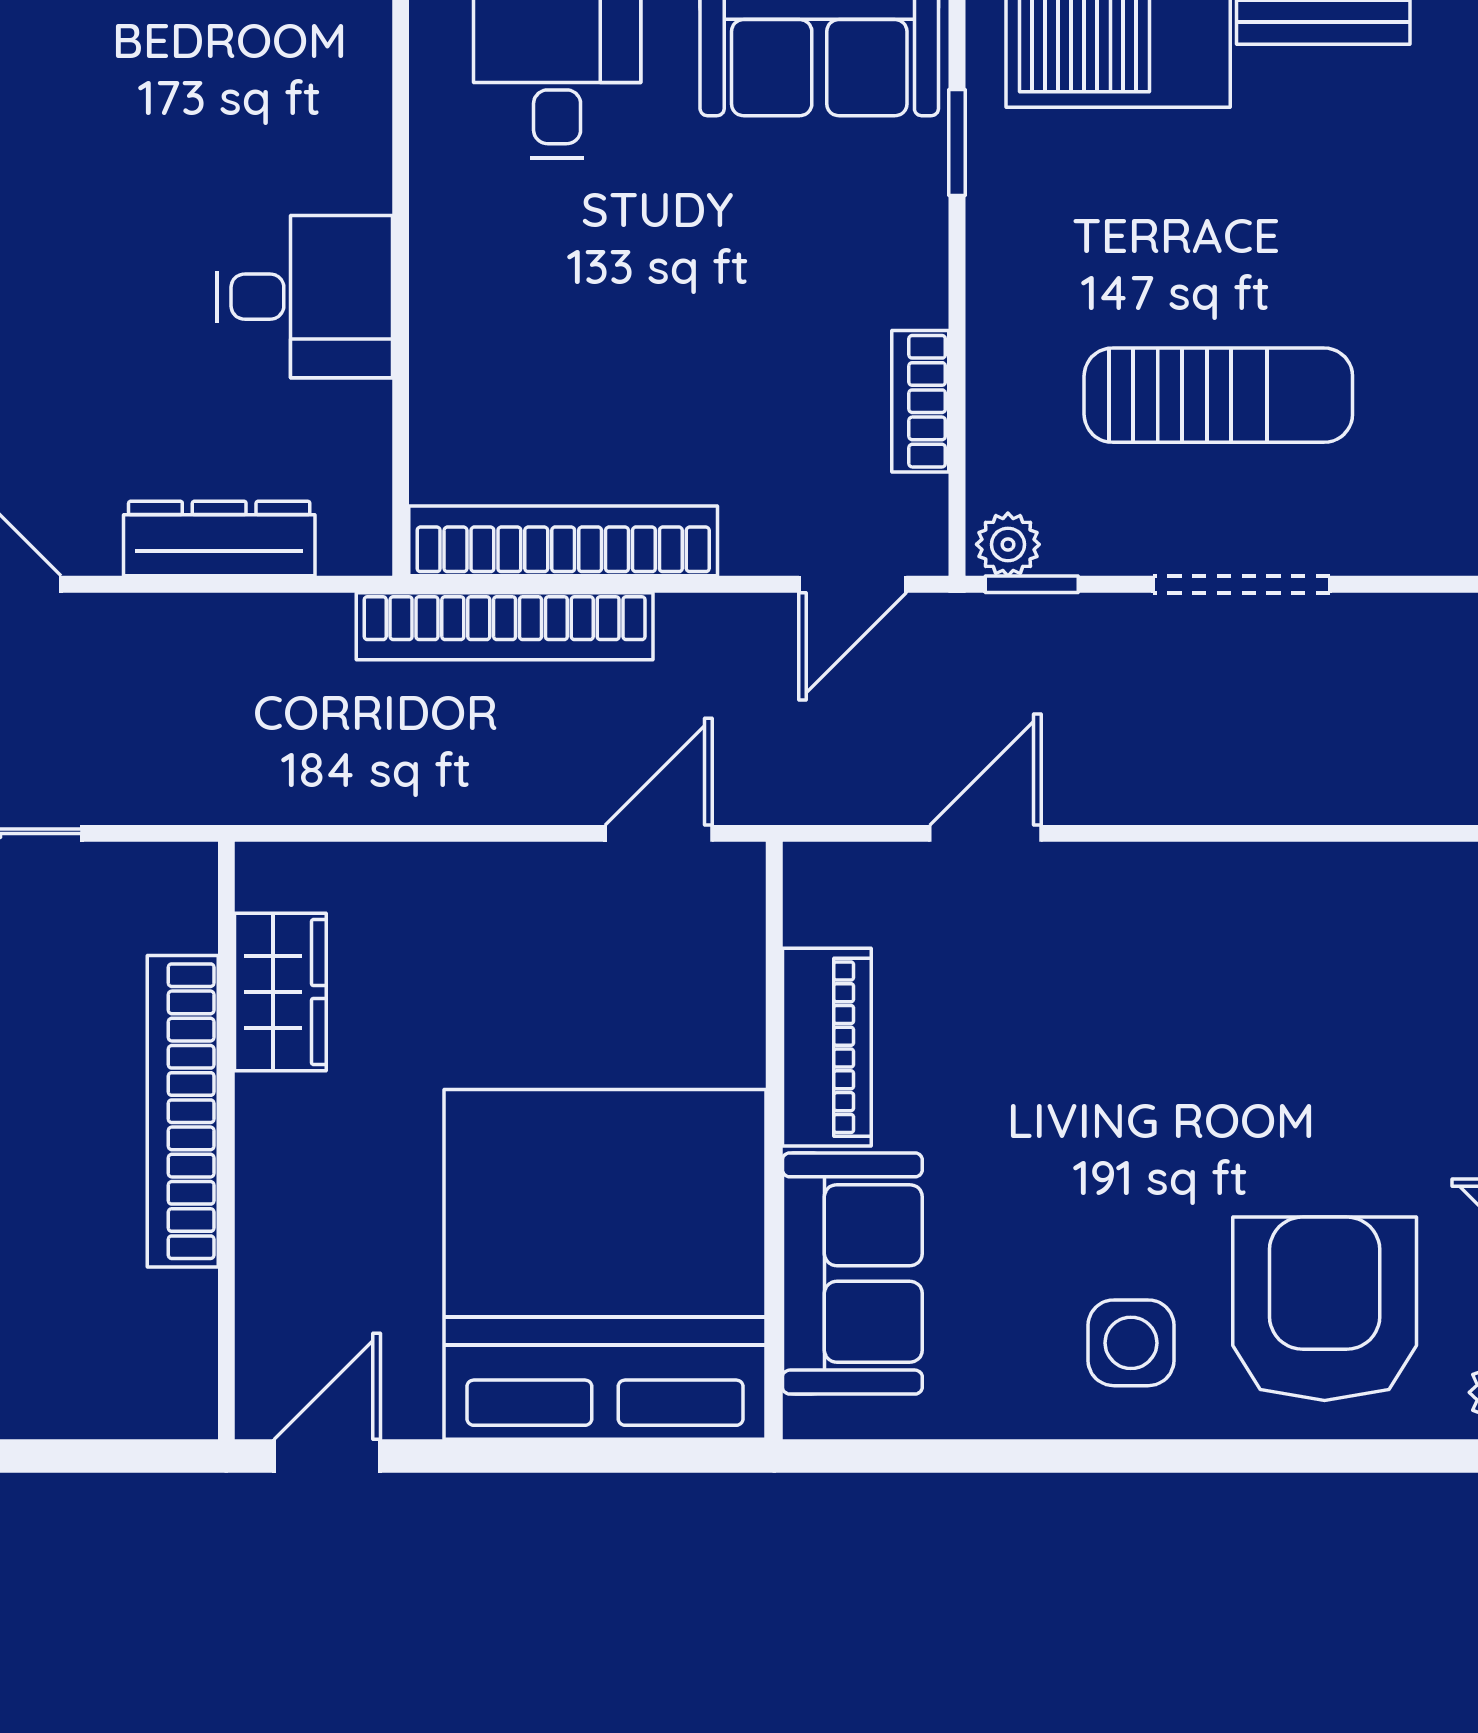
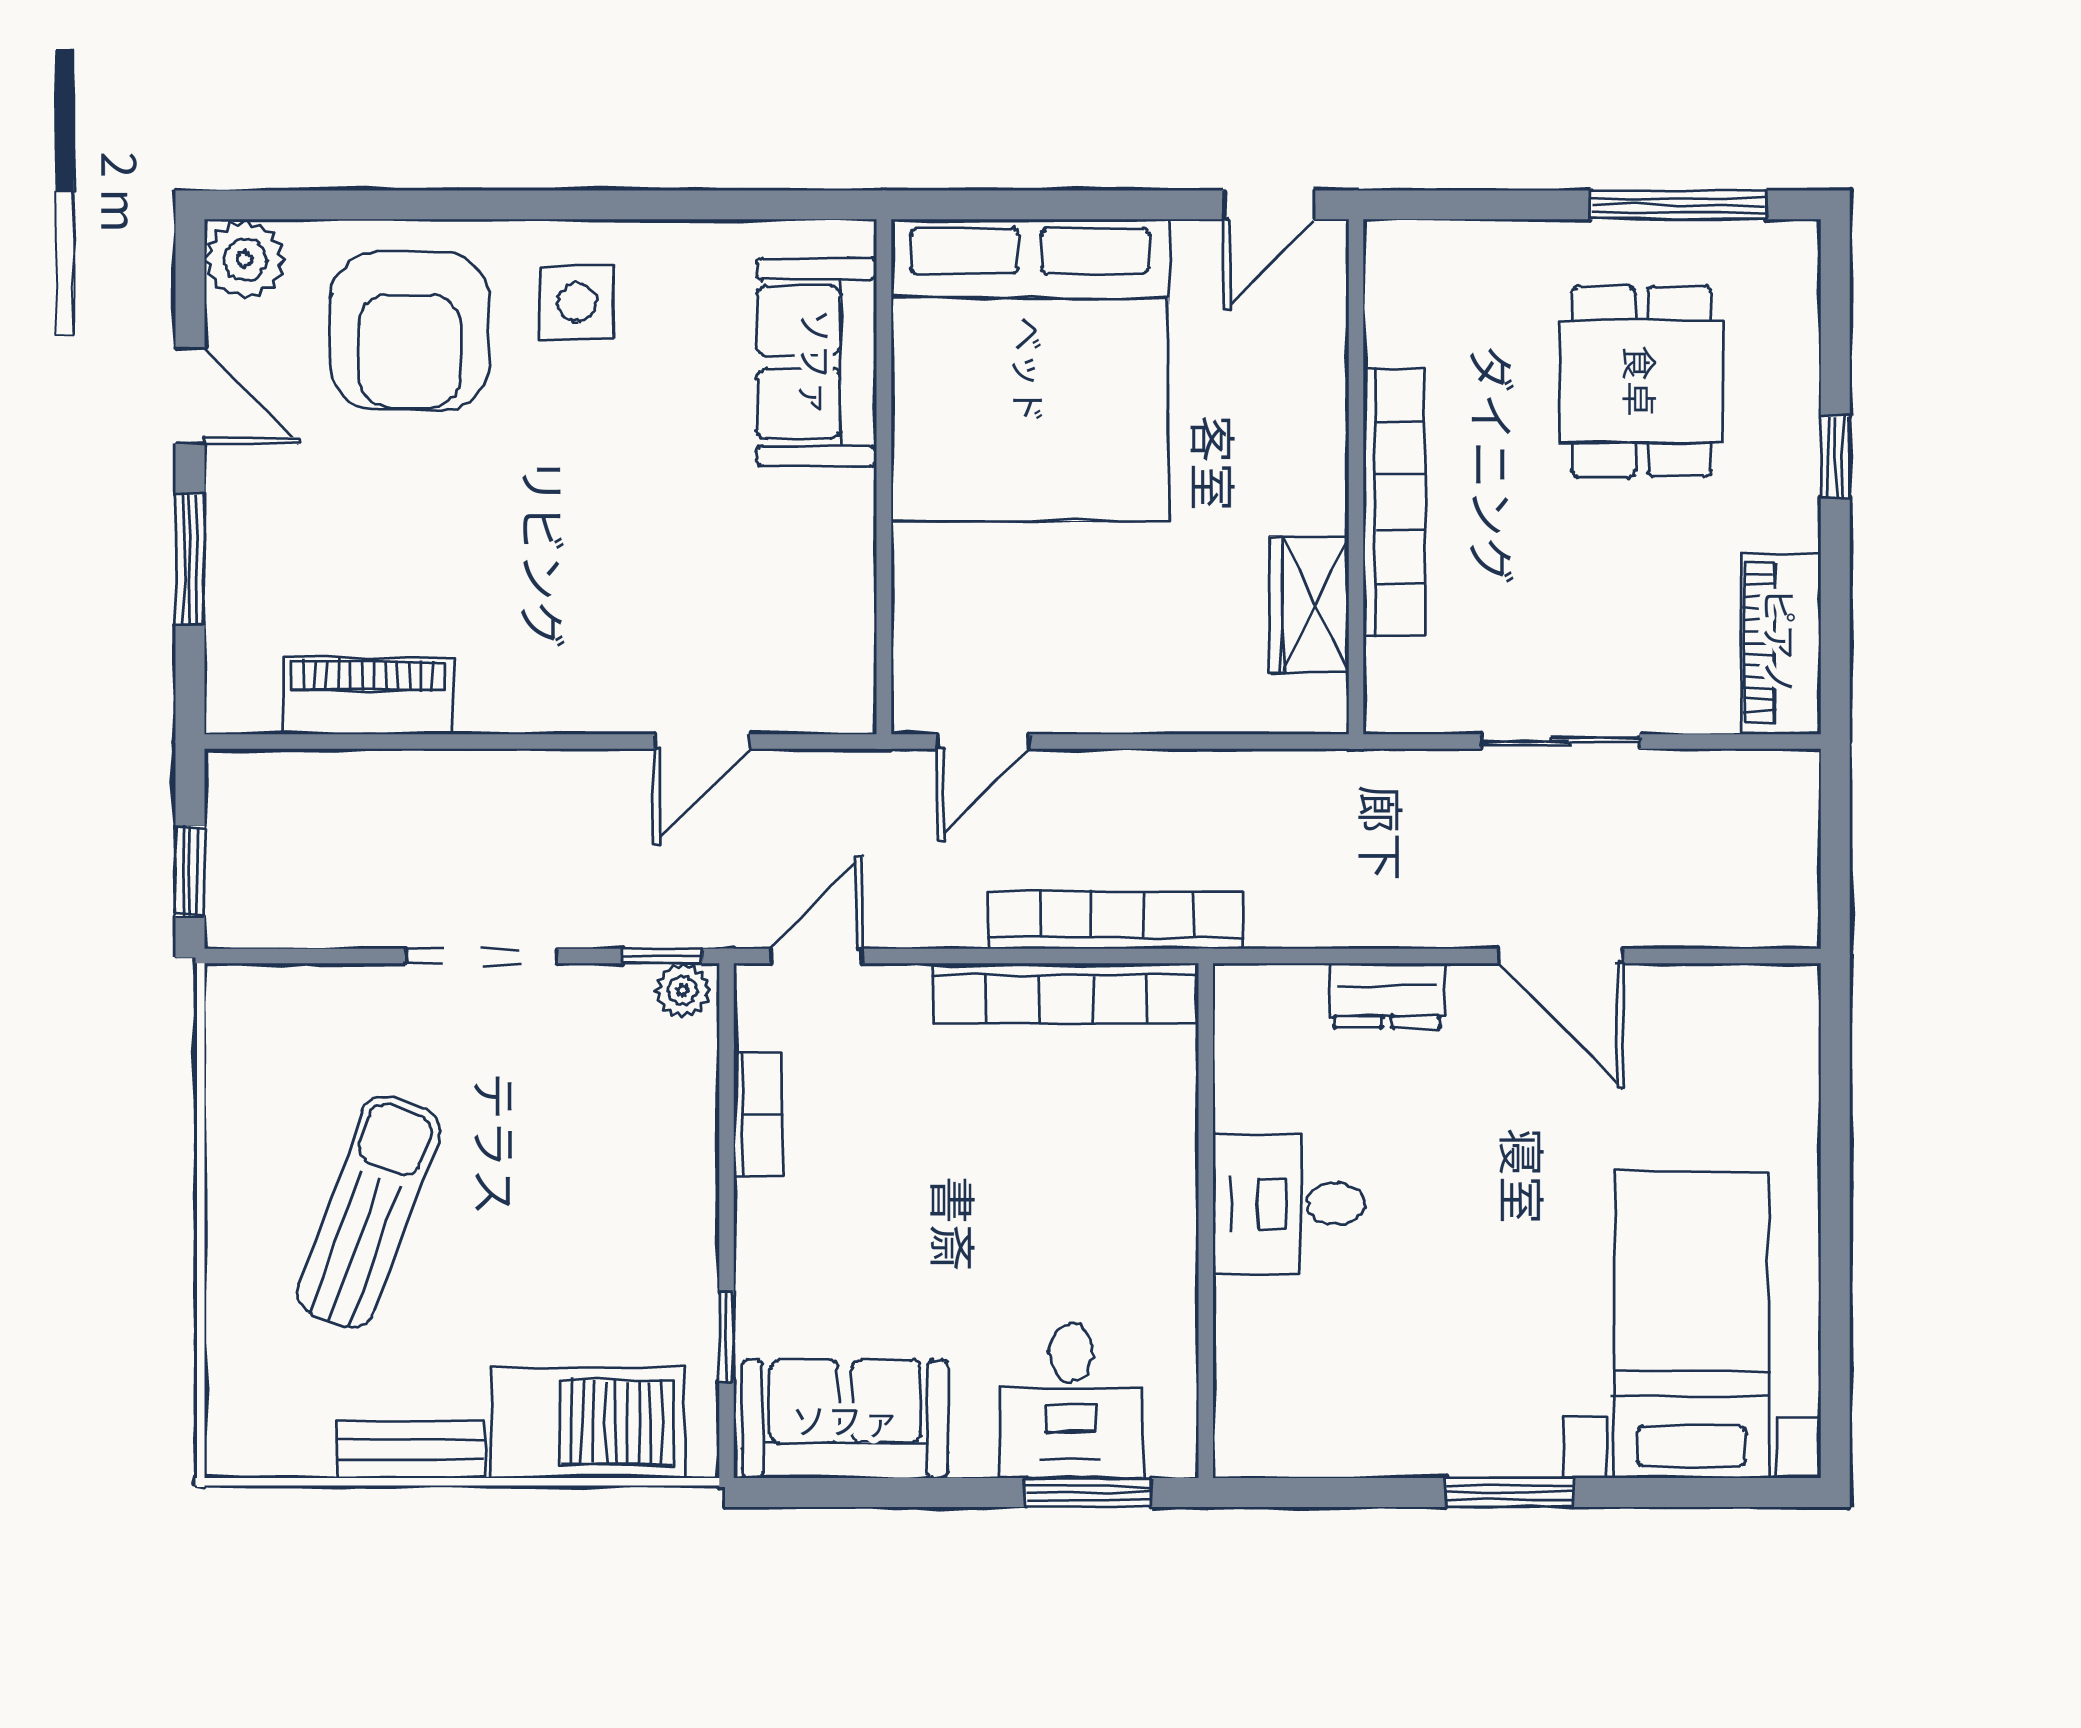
sun lounger: (1218, 395) -> (369, 1212), moved, turned 110
dresser: (219, 539) -> (1387, 995), width x0.70
piano: (827, 1047) -> (368, 696), moved, turned 90

